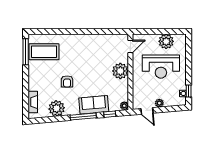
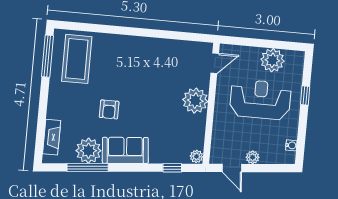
coffee table: (44, 52) -> (77, 59), turned 90
reception desk: (161, 67) -> (260, 100), turned 180
window: (189, 91) -> (305, 95), moved
sofa: (94, 105) -> (125, 150), moved
window: (83, 117) -> (88, 167), moved

